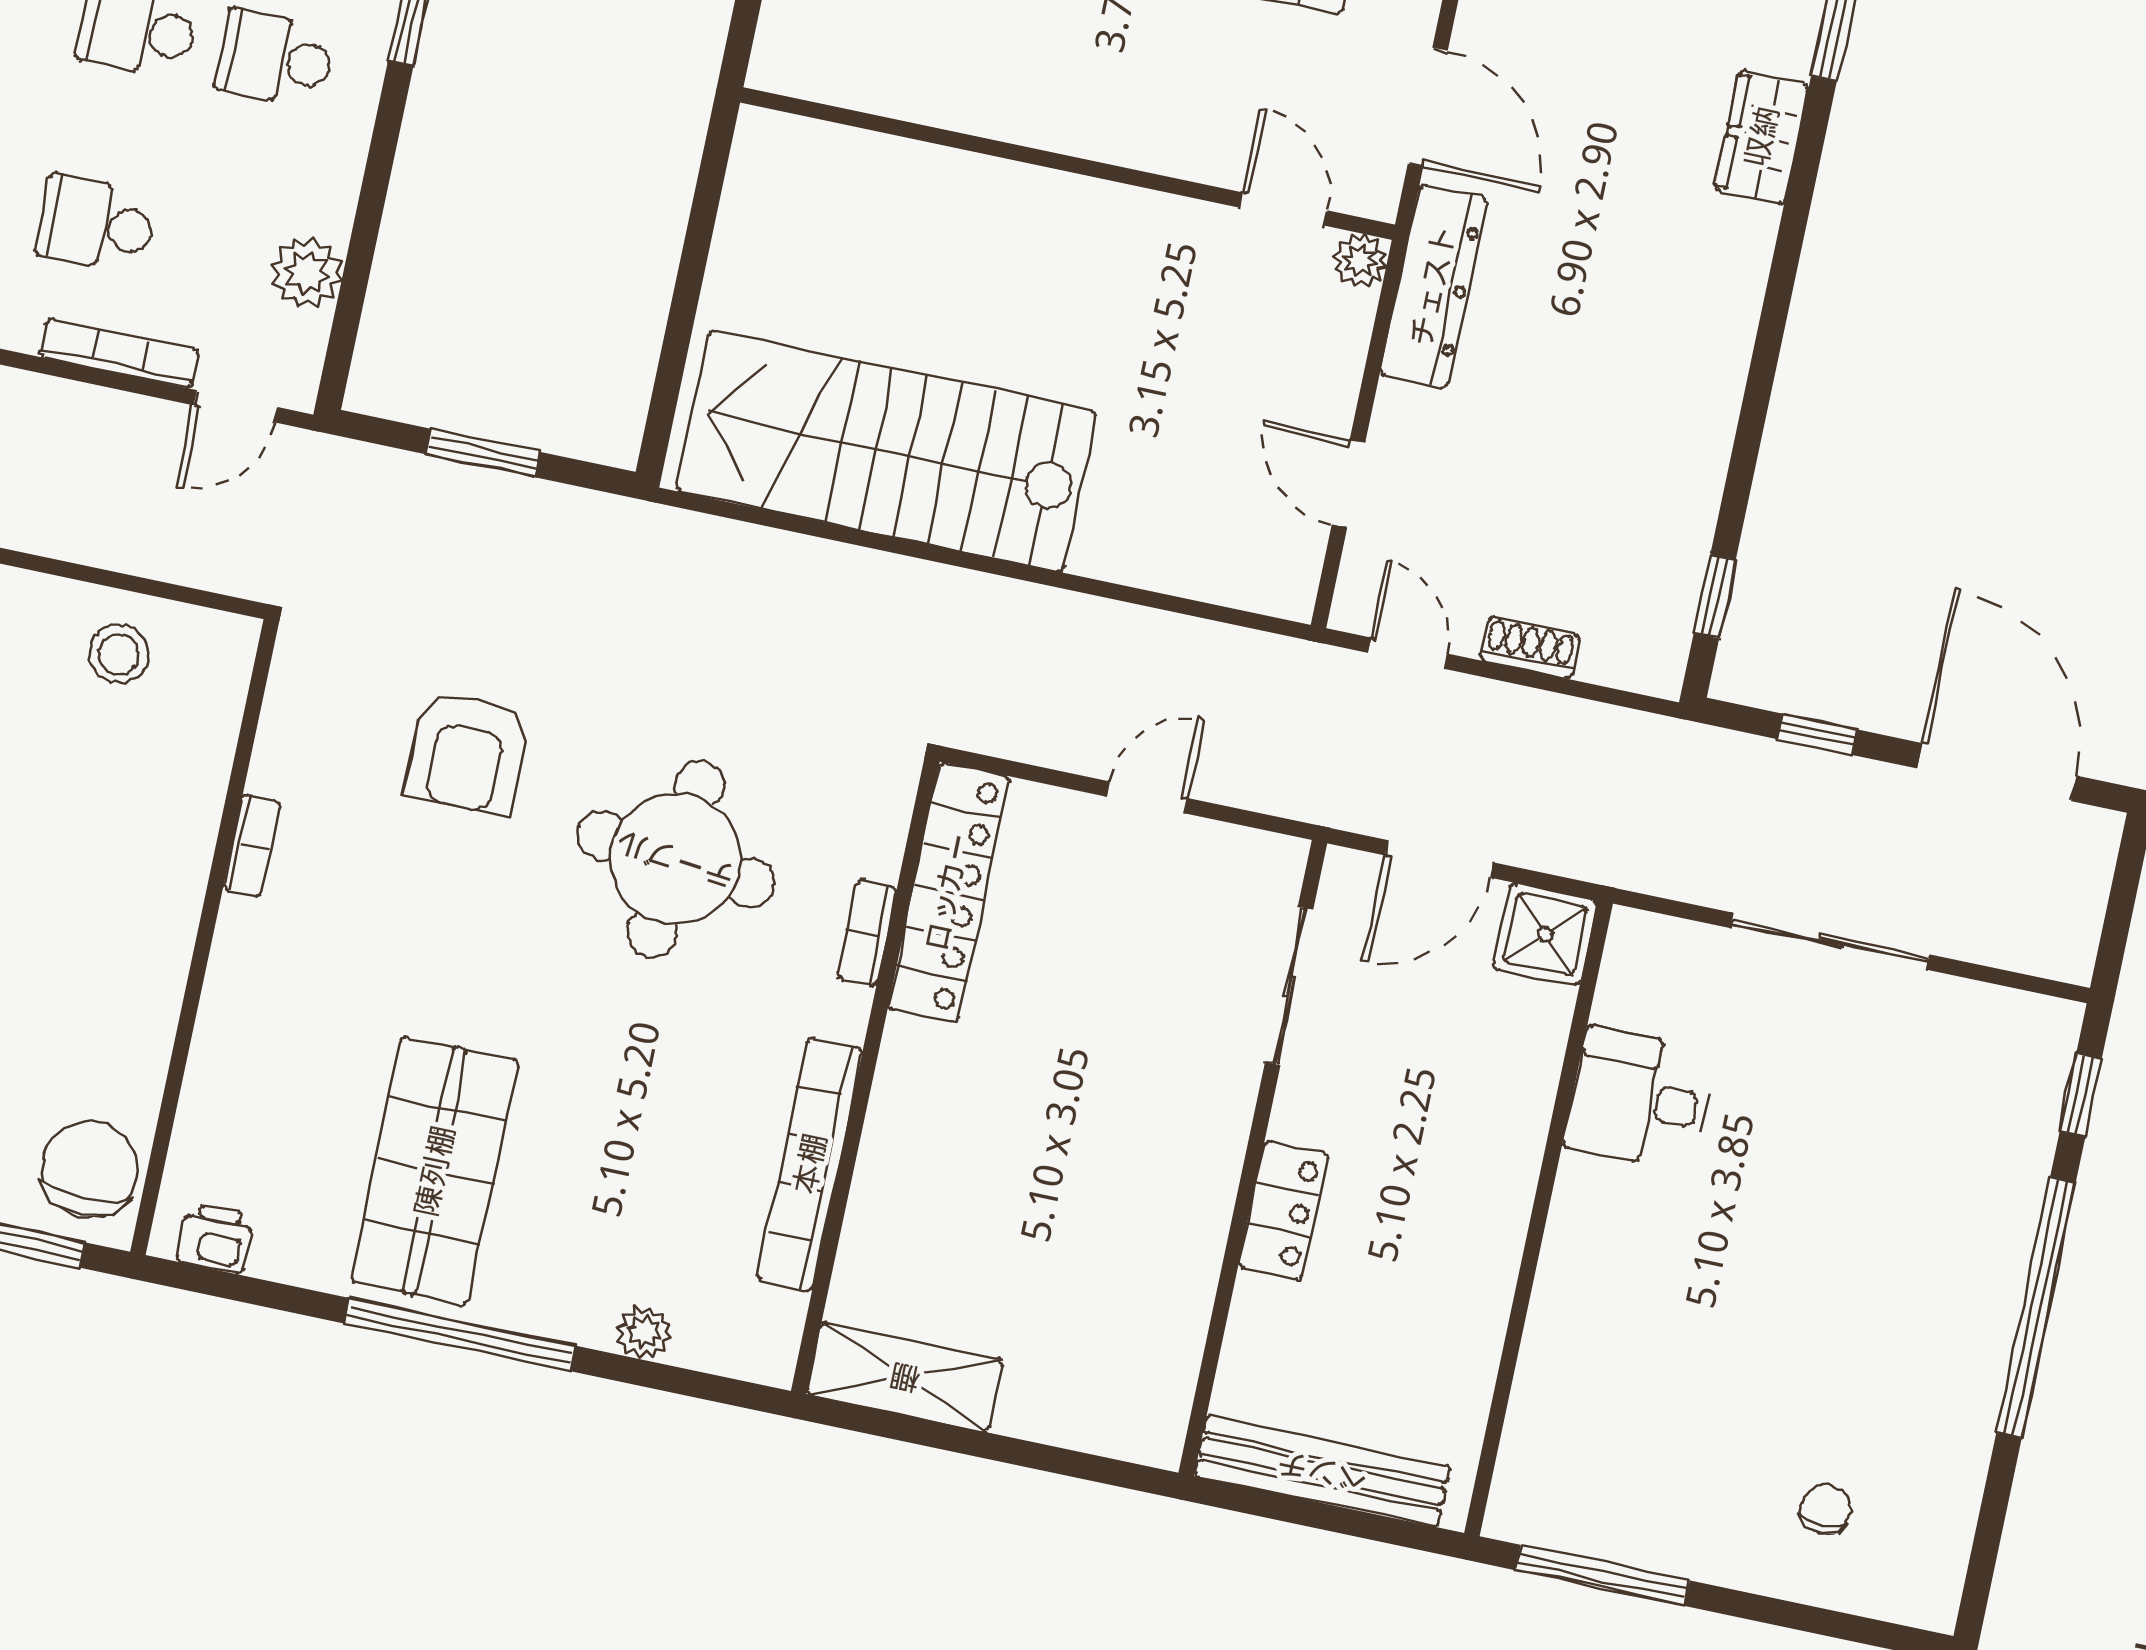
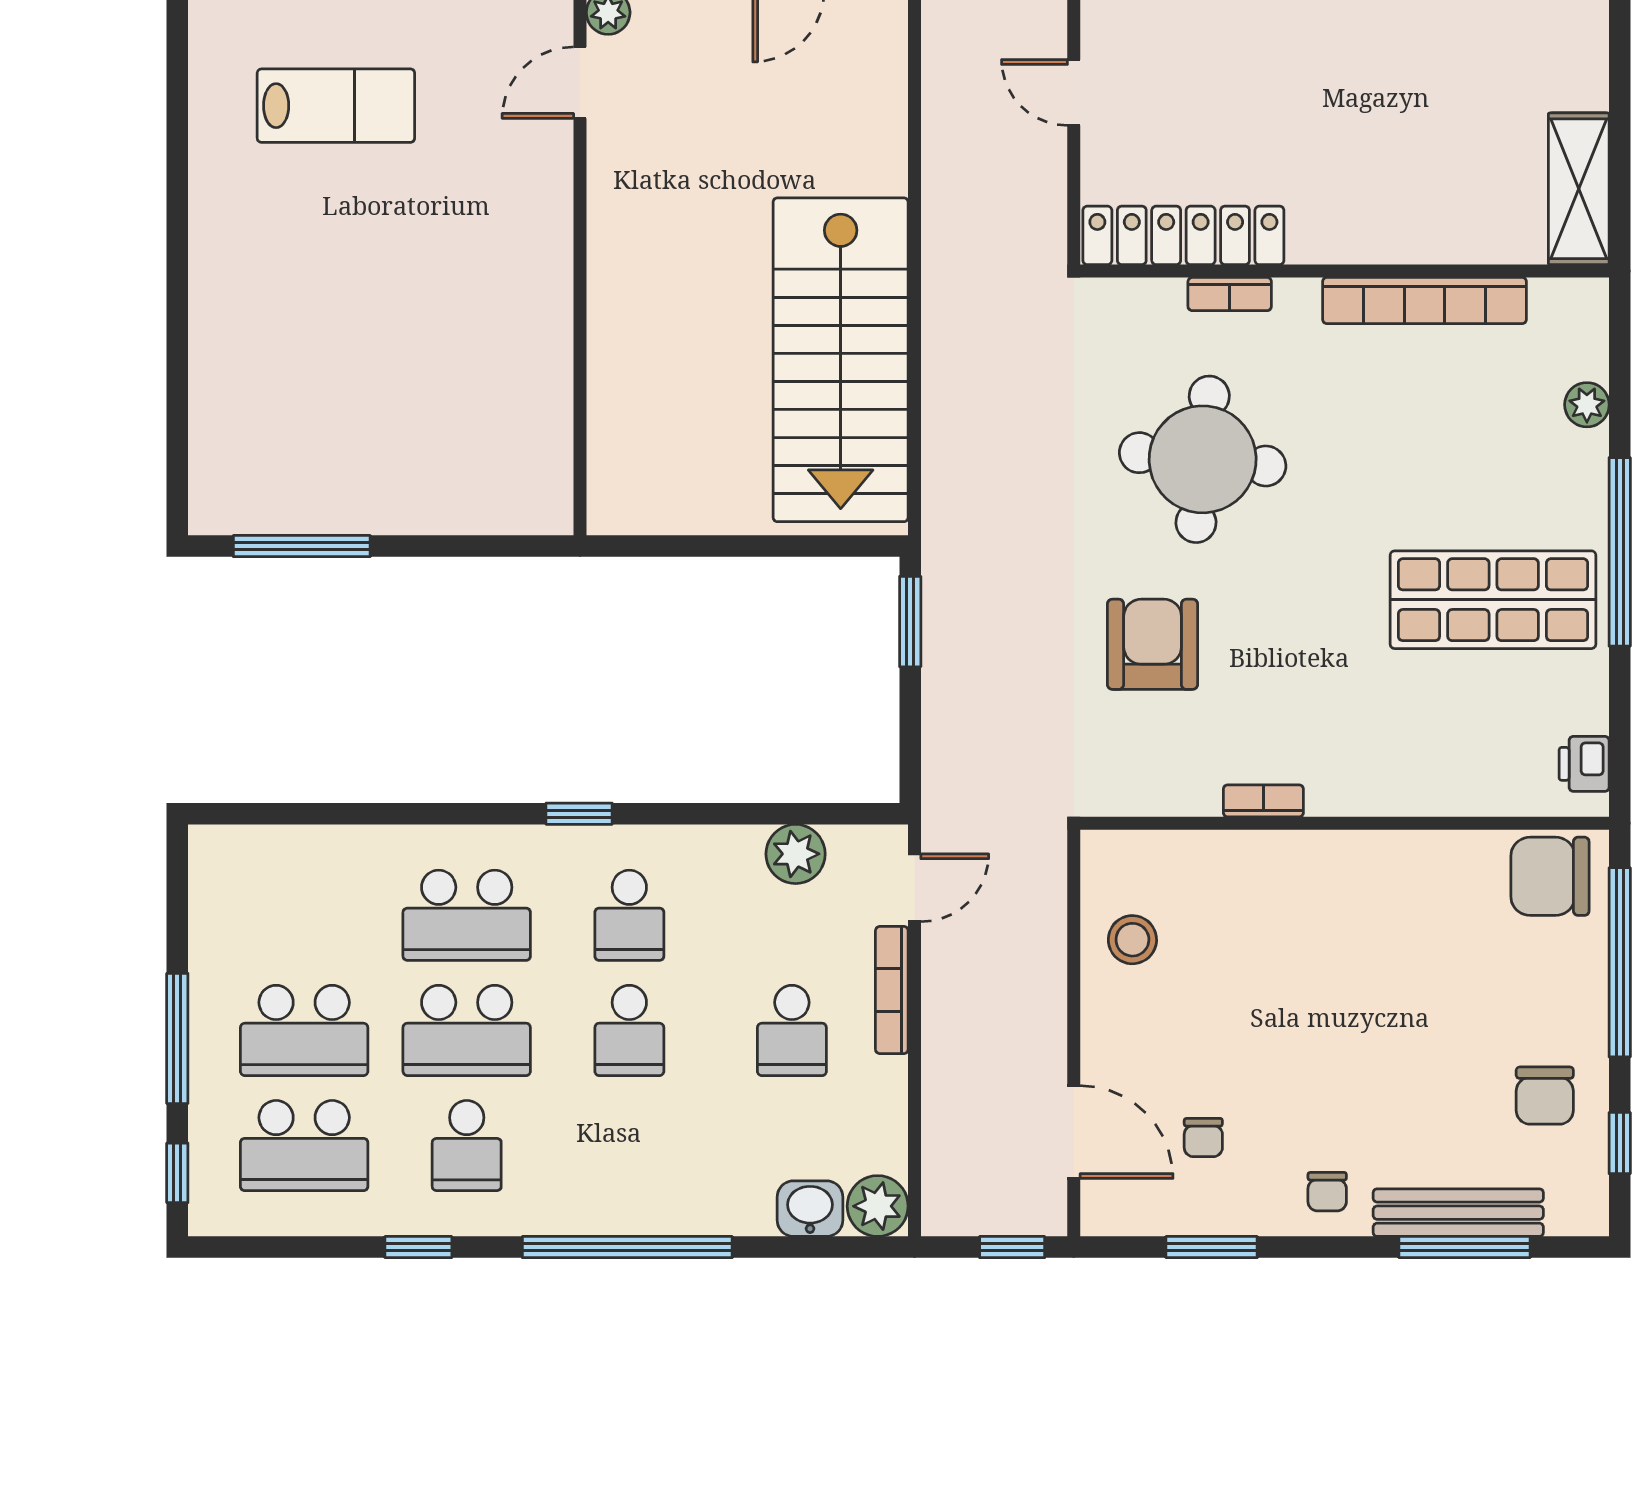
door: (236, 406) -> (914, 888), hinge flipped
window: (483, 453) -> (910, 622), moved
armchair: (467, 752) -> (1153, 644), turned -90

